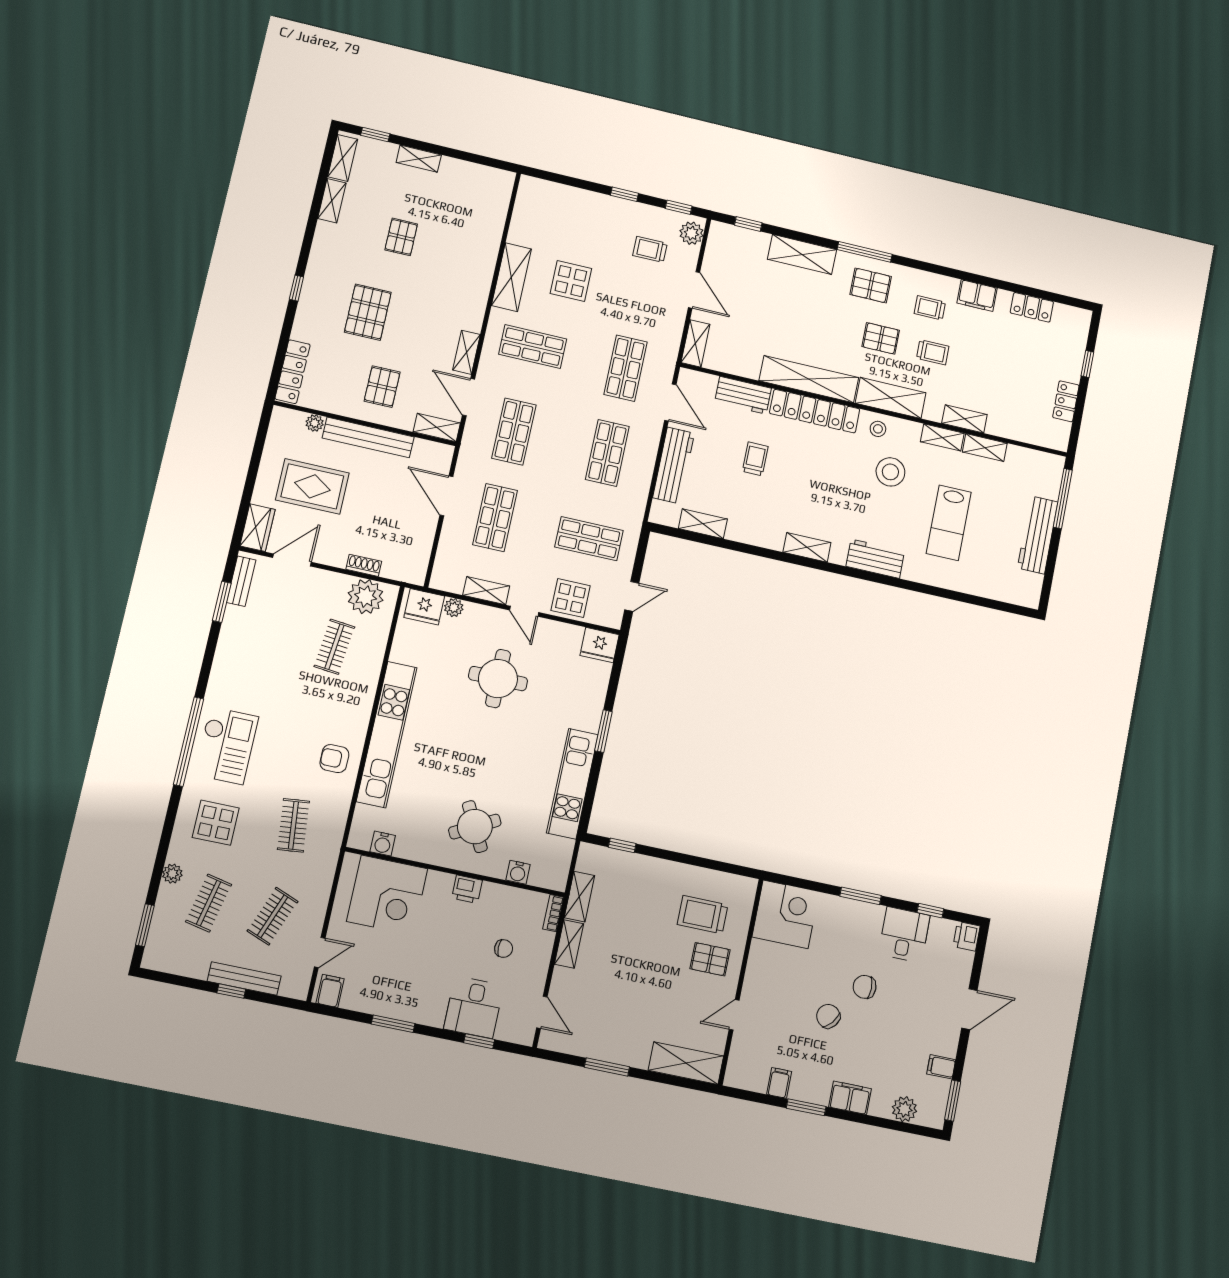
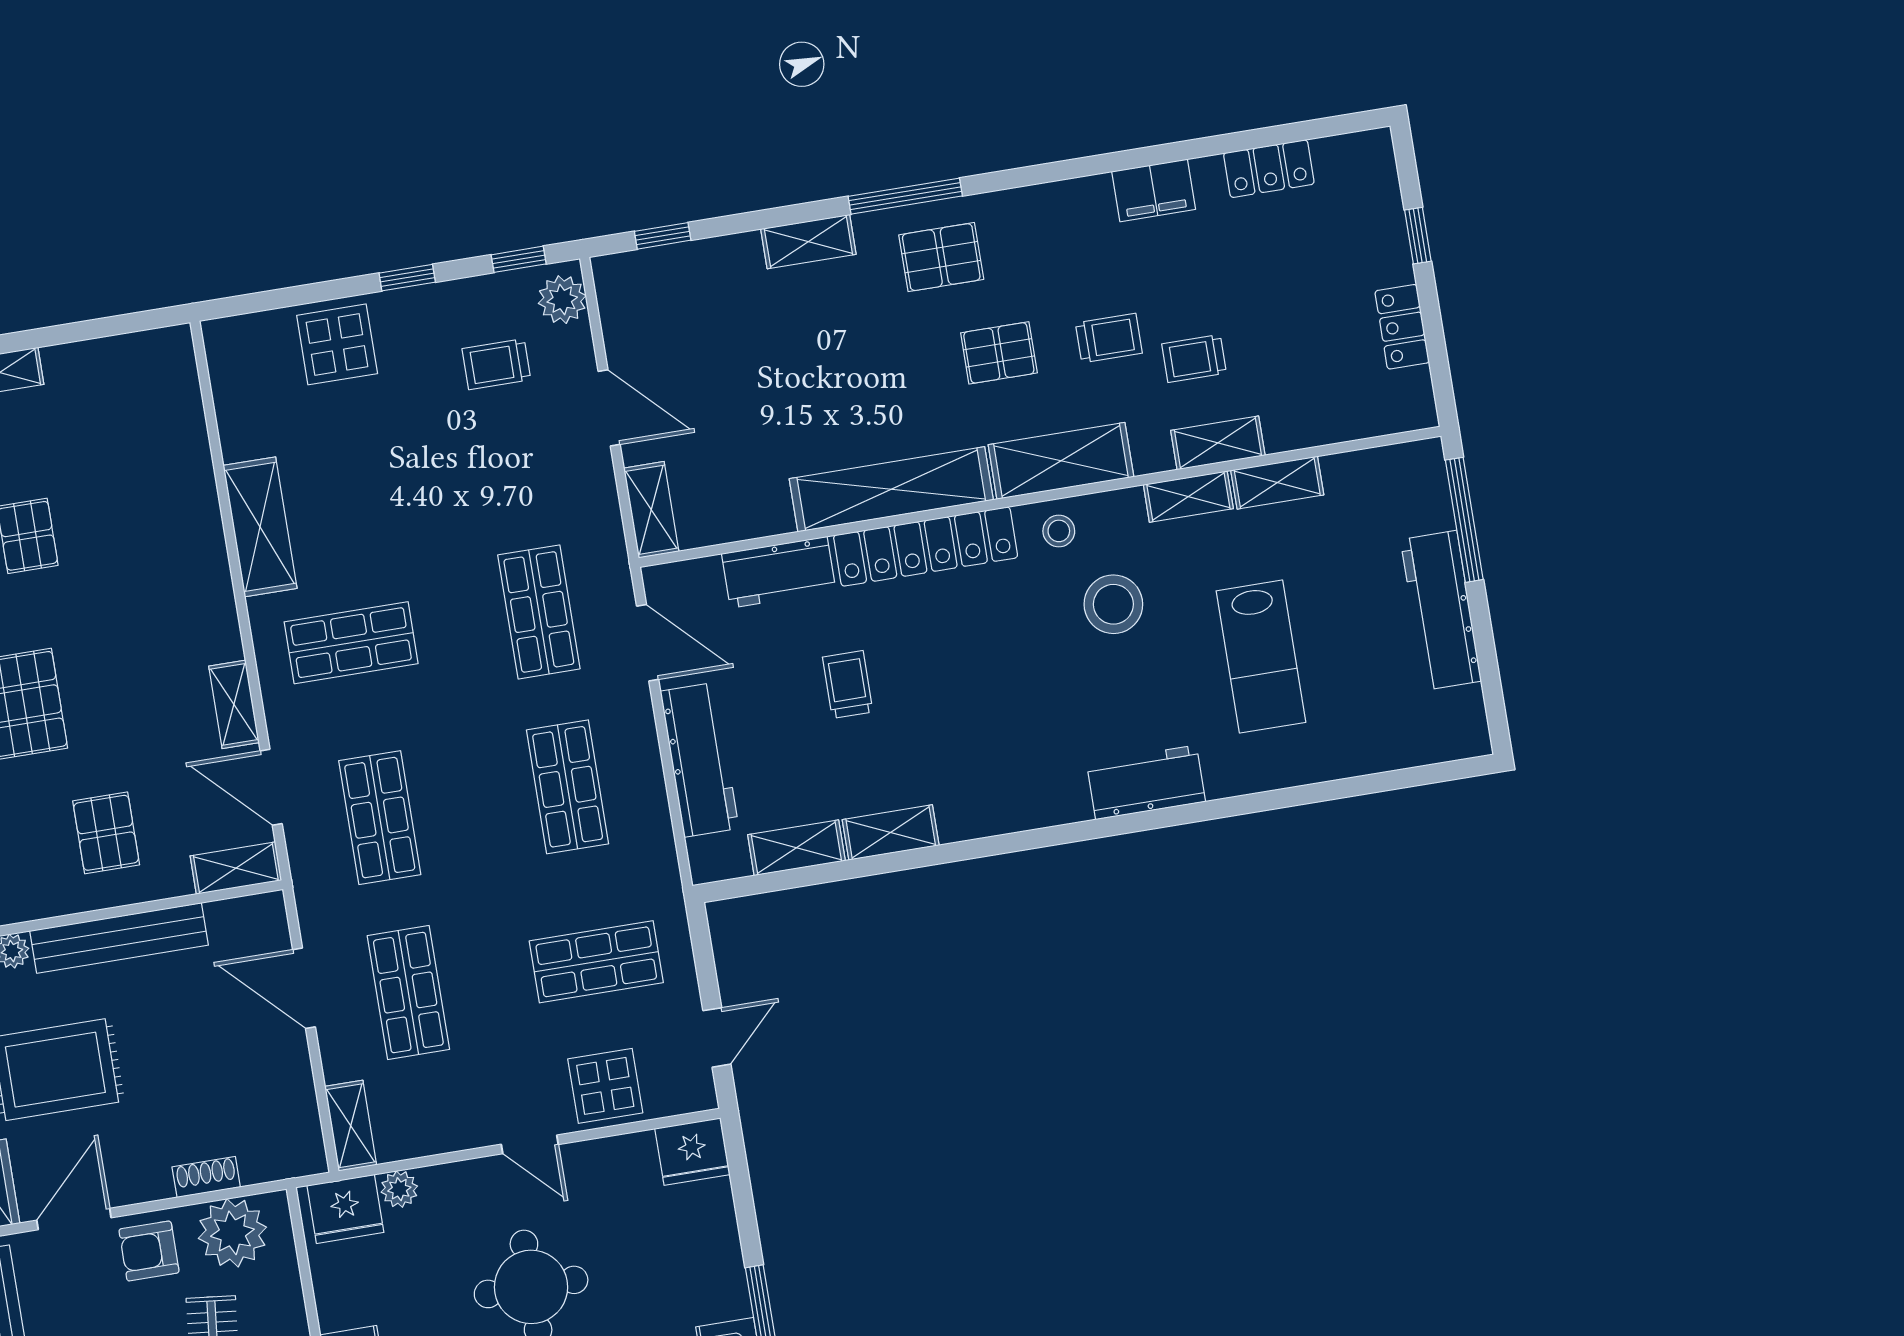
shelving: (802, 254) -> (808, 242), width x0.67, depth x0.75
display table: (571, 281) -> (337, 344), moved
trolley: (930, 308) -> (1194, 359), moved
shelving: (807, 547) -> (891, 832), moved
armchair: (322, 589) -> (149, 1251), added
shelving: (486, 591) -> (351, 1126), moved, turned 90

